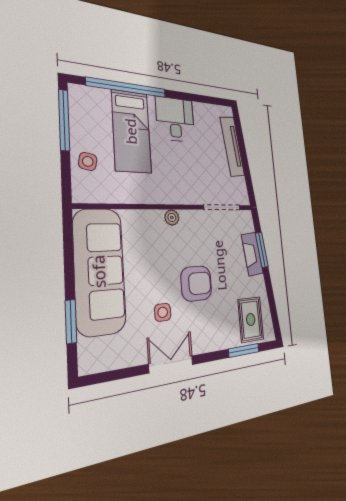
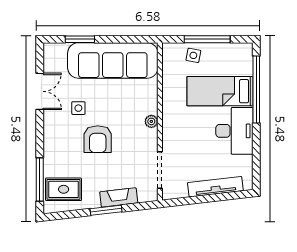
desk: (175, 119) -> (234, 131), width x1.37
window: (64, 120) -> (207, 39), moved
window: (262, 250) -> (106, 210), moved
window: (244, 350) -> (40, 180), width x1.44
double door: (171, 364) -> (40, 91), moved

